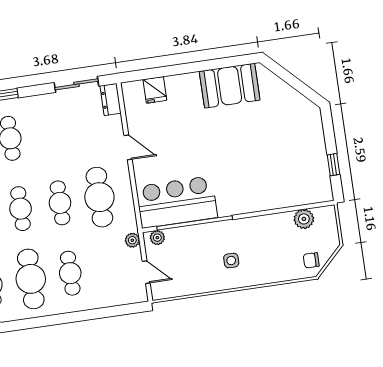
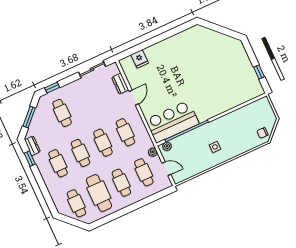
booth: (230, 86) -> (183, 43), removed
dresser: (111, 99) -> (120, 84), moved
door: (128, 147) -> (134, 98), hinge flipped
cafe table: (99, 197) -> (125, 132), width x0.73, depth x0.74
plant: (304, 219) -> (251, 109), removed
cafe table: (110, 267) -> (144, 172), added

